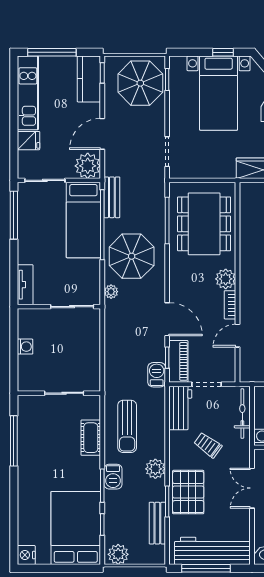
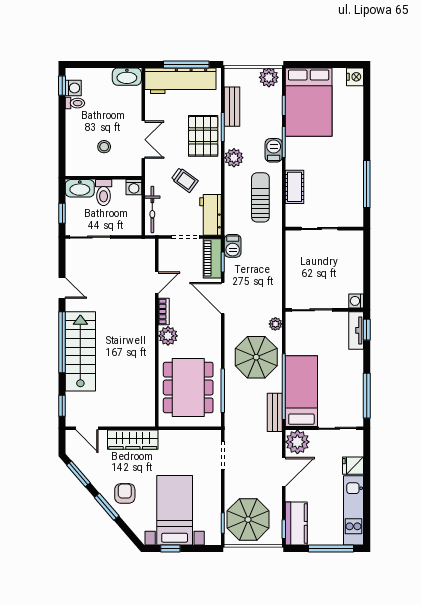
window: (14, 286) -> (367, 330), added
washing machine: (25, 347) -> (356, 301), moved

